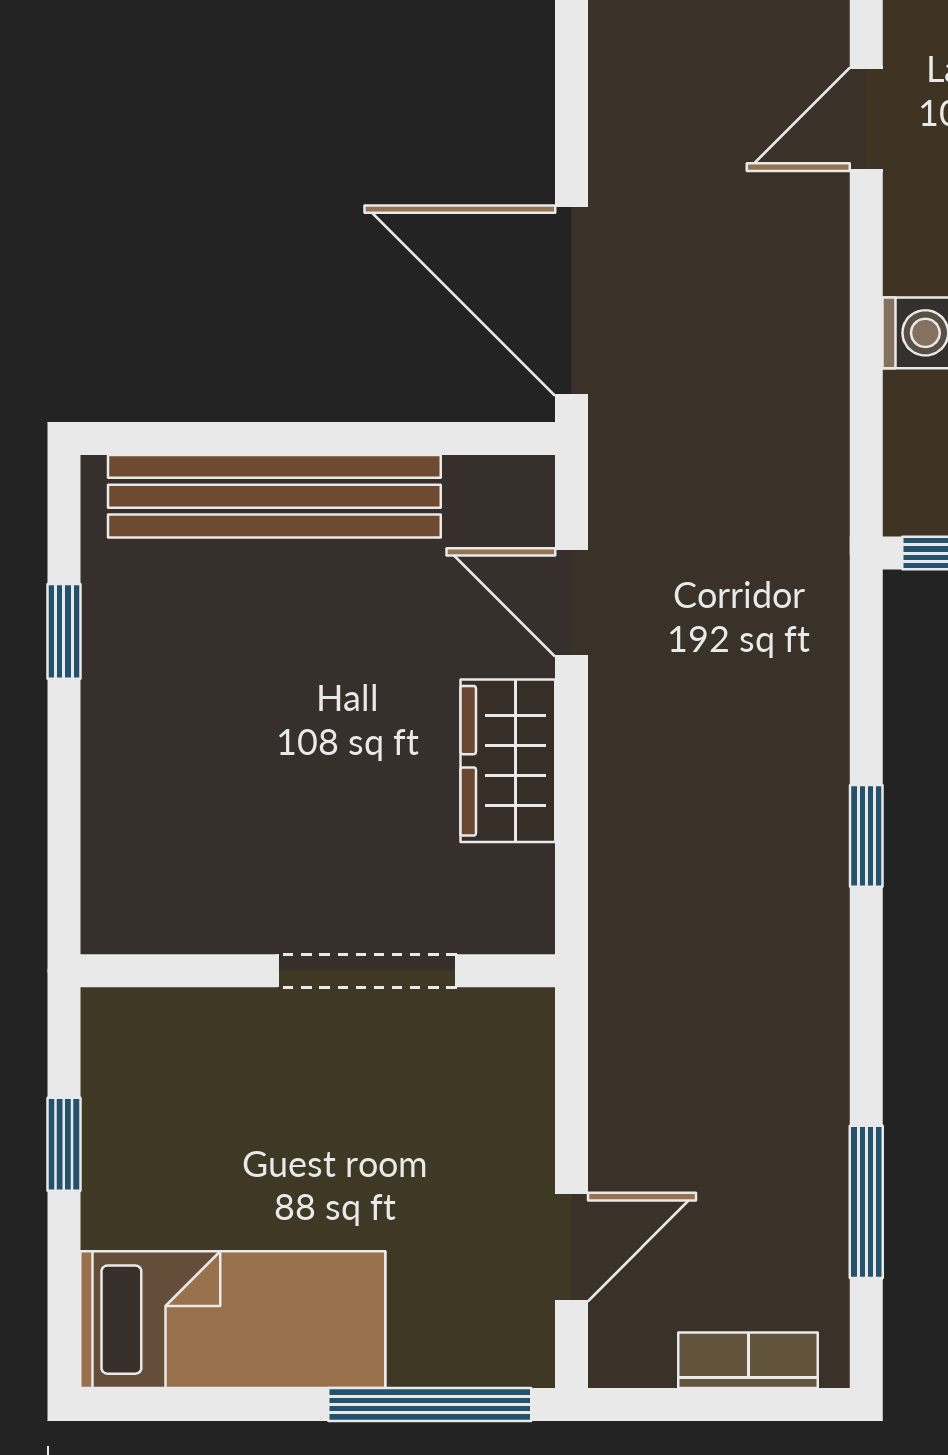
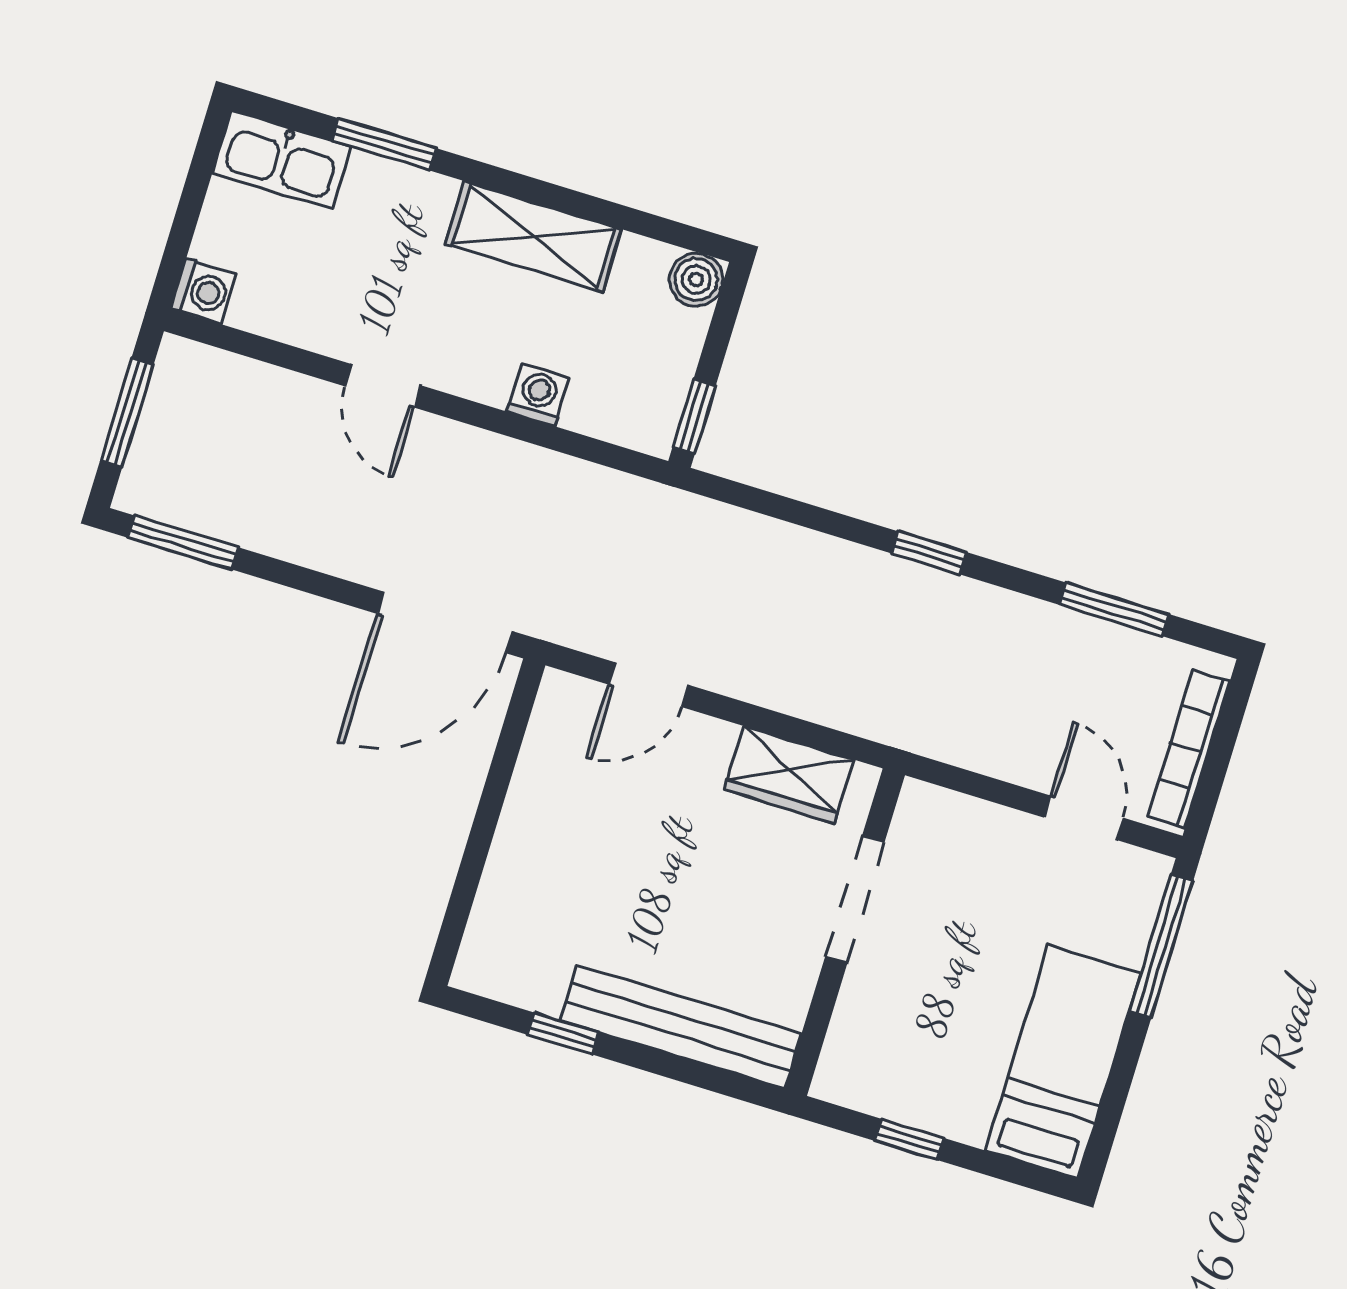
bench: (274, 496) -> (681, 1027), moved, turned 90
wardrobe: (508, 761) -> (789, 775), moved
window: (866, 836) -> (929, 553), moved
bookcase: (748, 1360) -> (1189, 748), width x1.56

